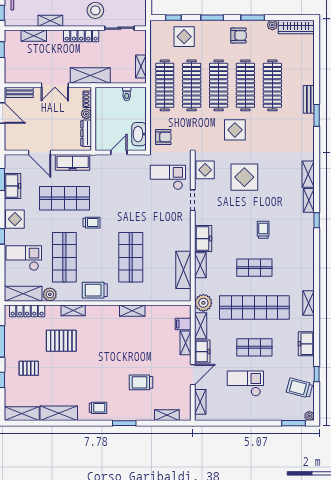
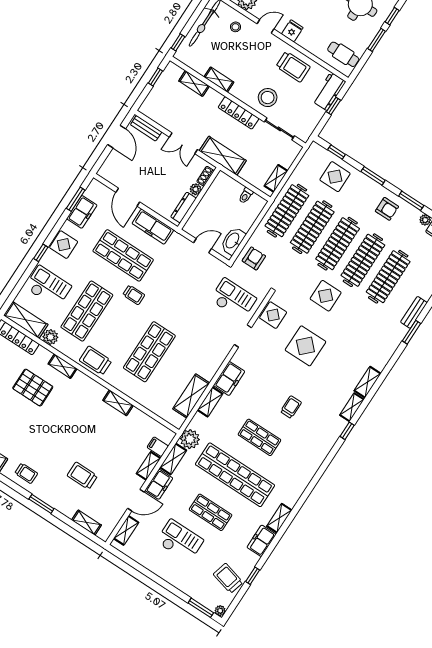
armchair: (163, 137) -> (254, 258), turned -90
shelving: (309, 303) -> (279, 518), moved

